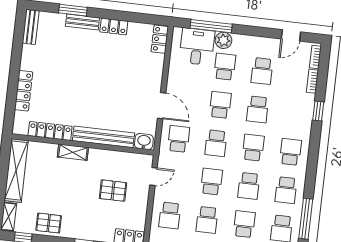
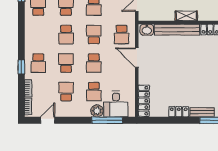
locker: (160, 39) -> (144, 101), width x1.53
shelving: (73, 152) -> (186, 16), moved
school desk: (290, 152) -> (38, 63), moved

